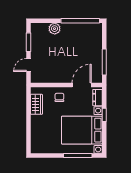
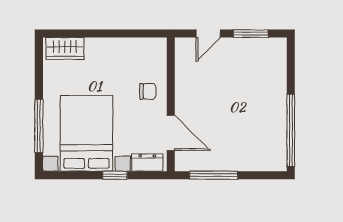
plant: (55, 29) -> (276, 82), removed
door: (28, 65) -> (208, 34), swing flipped
wardrobe: (36, 104) -> (65, 48), moved

